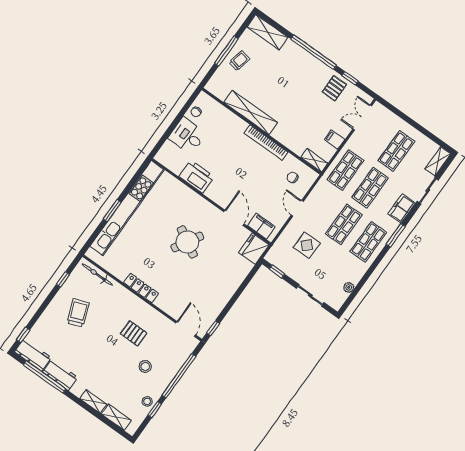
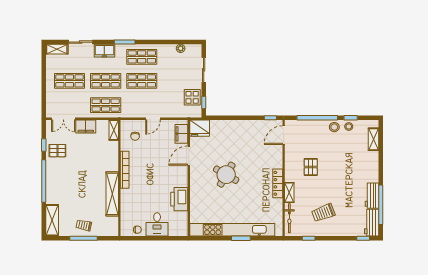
filing cabinet: (335, 140) -> (86, 126), width x2.00
display table: (307, 245) -> (192, 97), moved
stool: (145, 366) -> (334, 127), moved
shelving: (93, 402) -> (289, 193), moved

